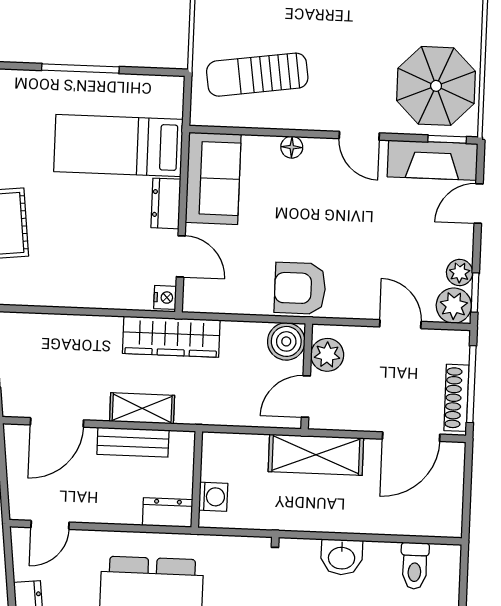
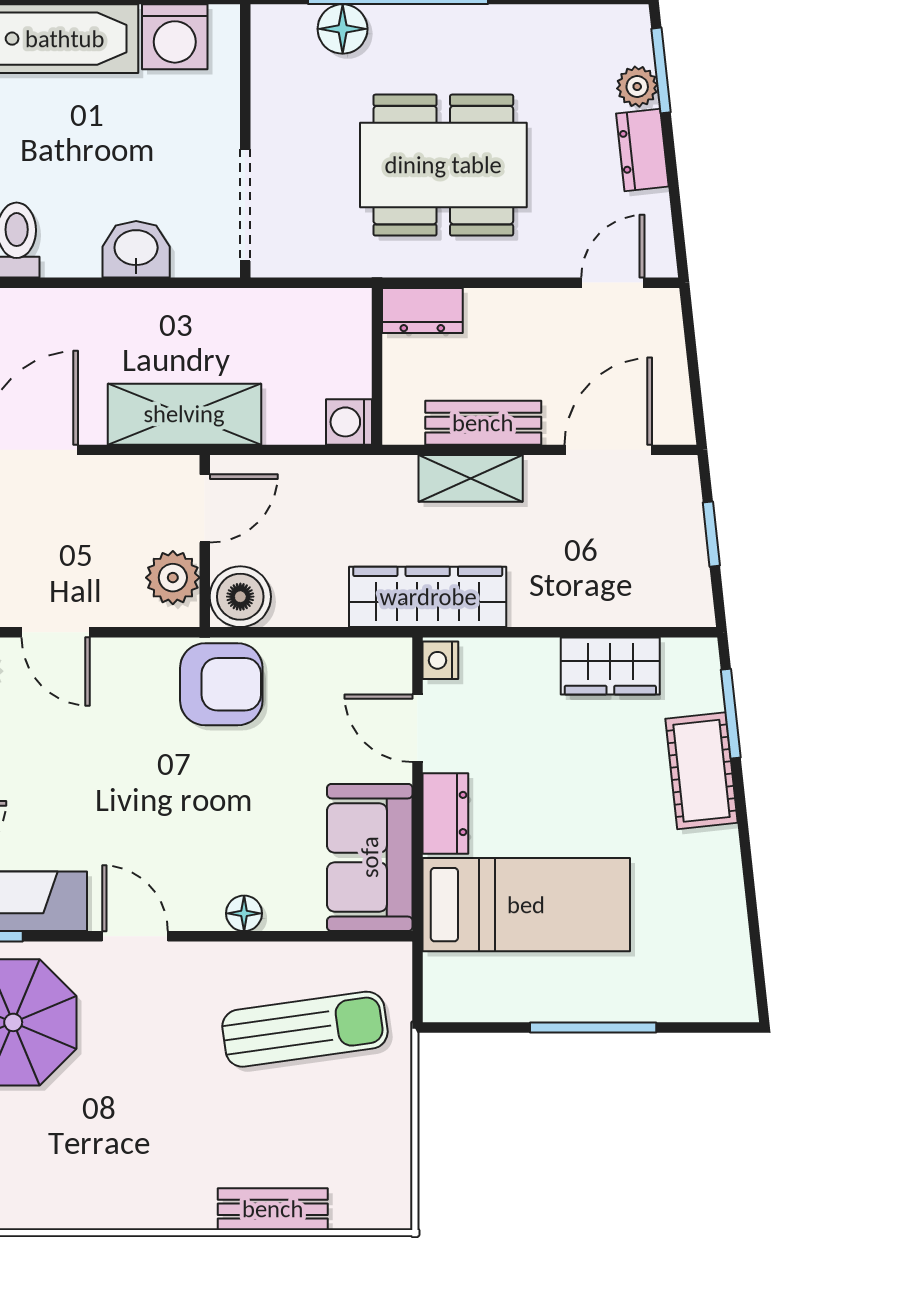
wardrobe: (61, 290) -> (610, 666), added
washing machine: (213, 497) -> (349, 422), moved

